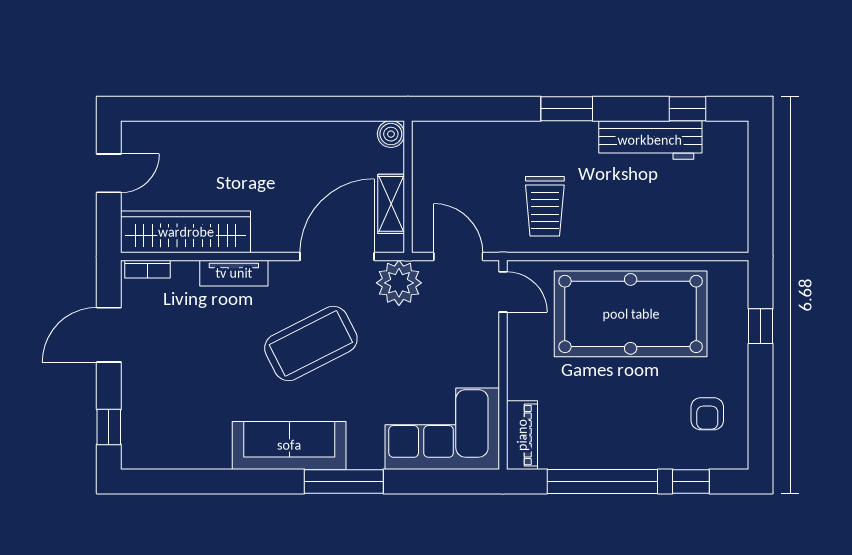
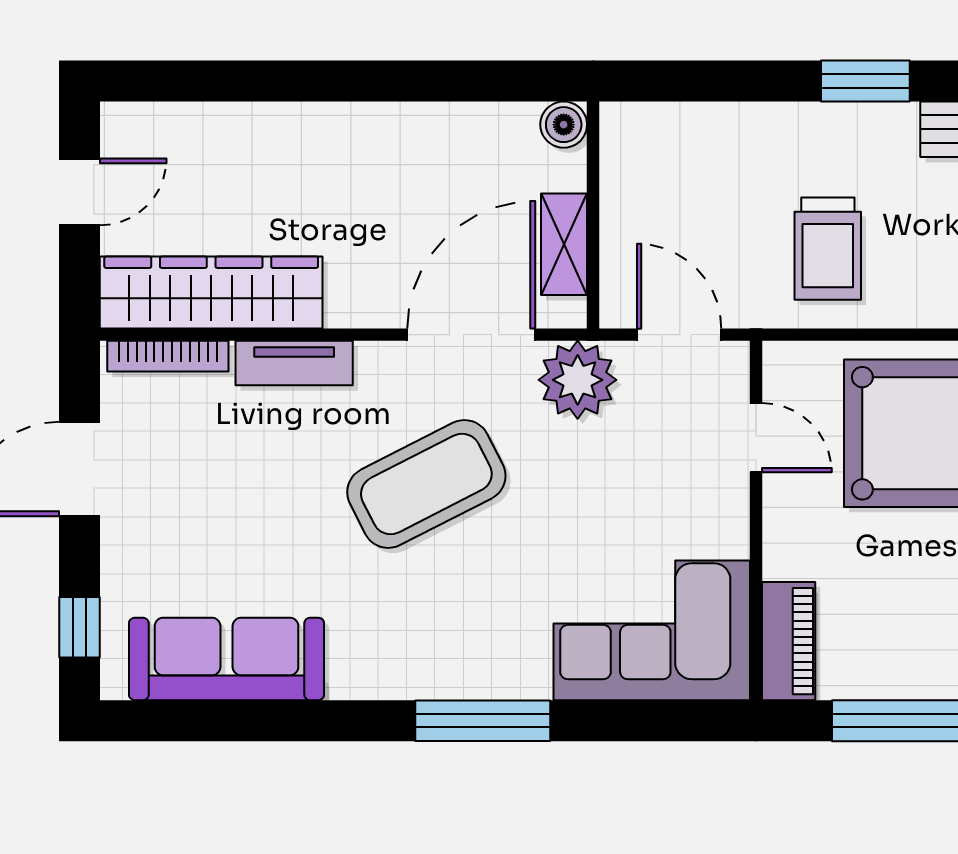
bookcase: (148, 269) -> (168, 356), width x1.56
door: (503, 292) -> (756, 438), moved
sofa: (289, 445) -> (227, 659), moved

